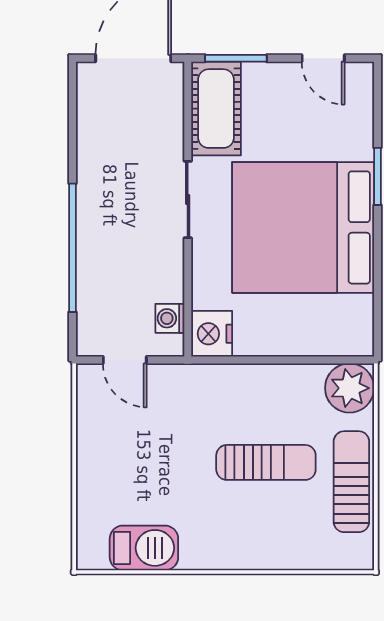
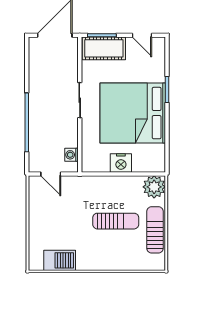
cot: (216, 109) -> (104, 48), moved, turned 90
nightstand: (212, 334) -> (121, 163), moved, turned -90

